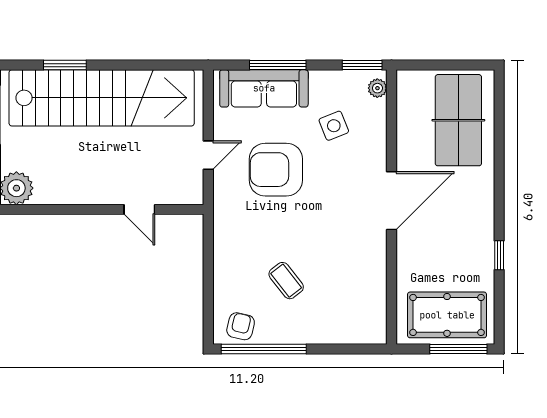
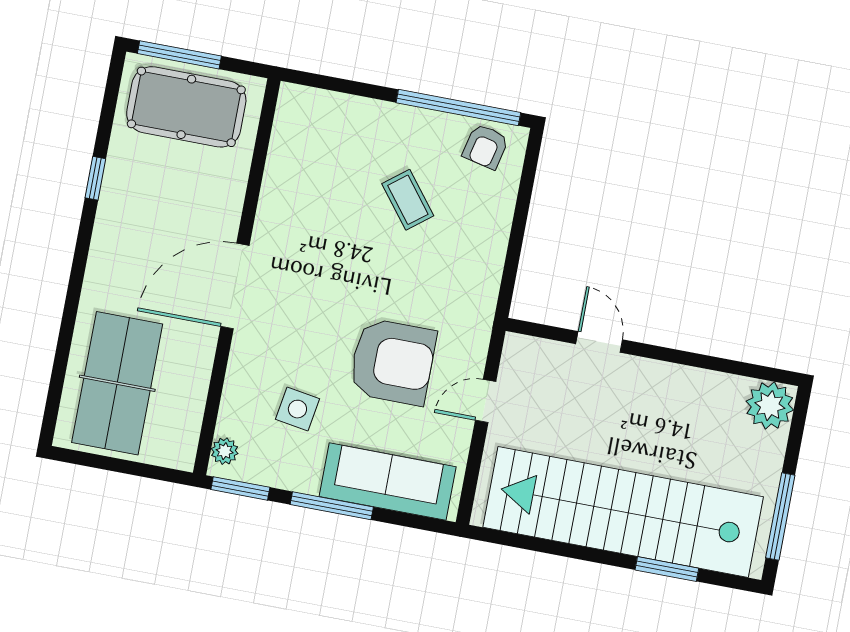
window: (278, 65) -> (332, 506), moved
side table: (334, 126) -> (297, 409), turned 31

